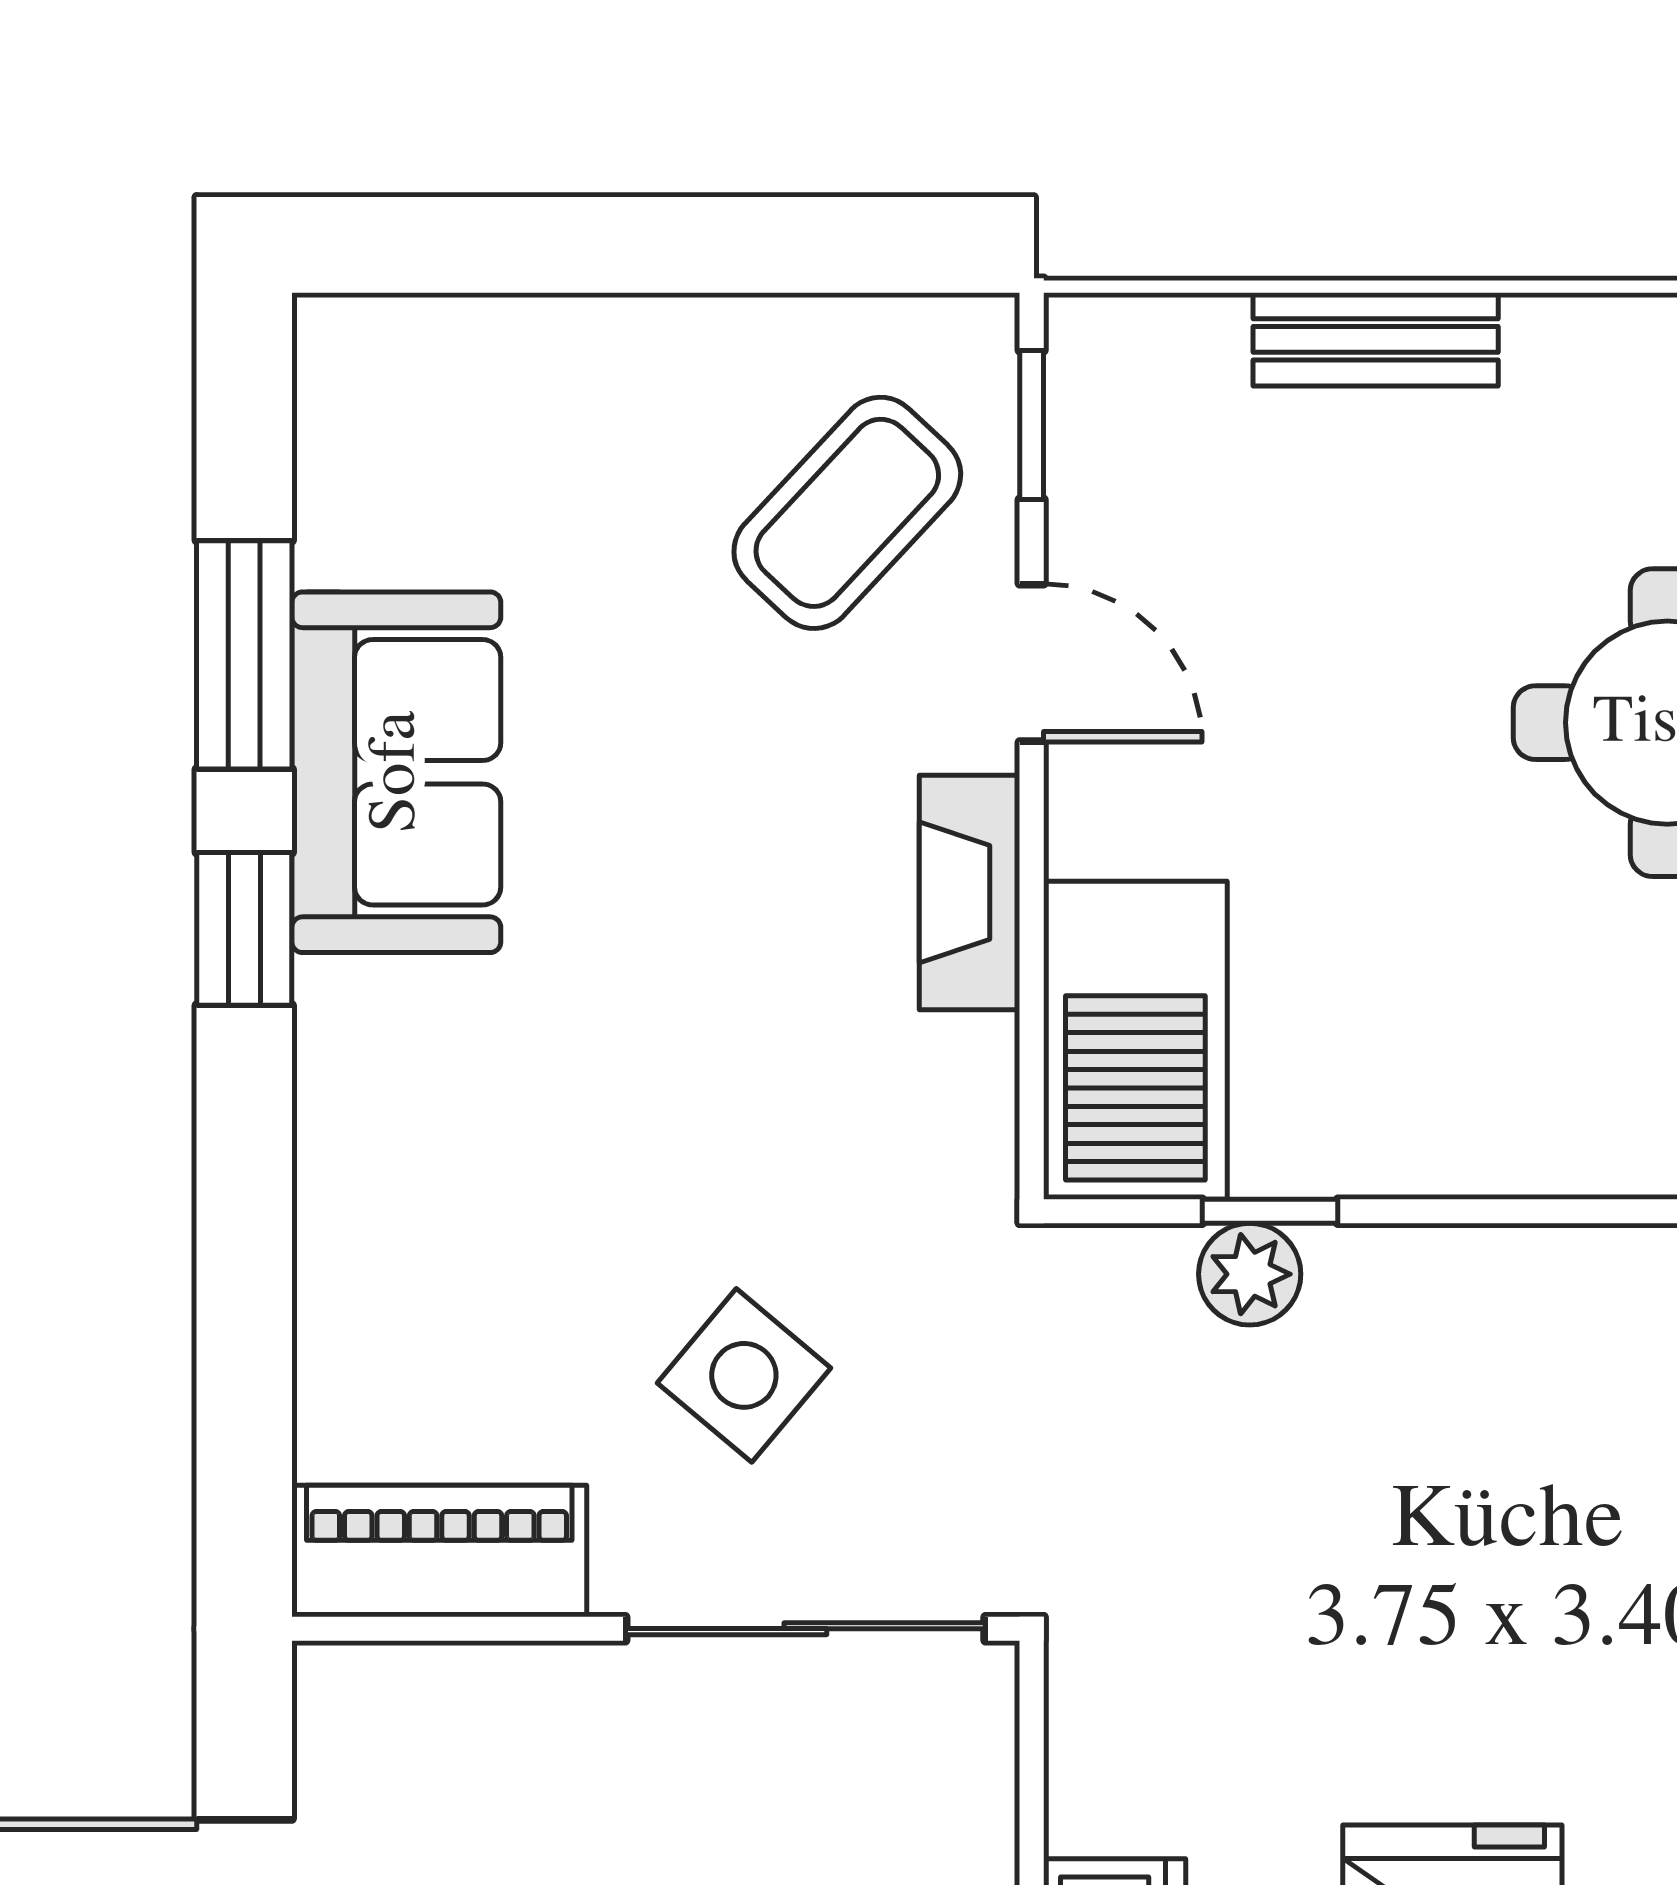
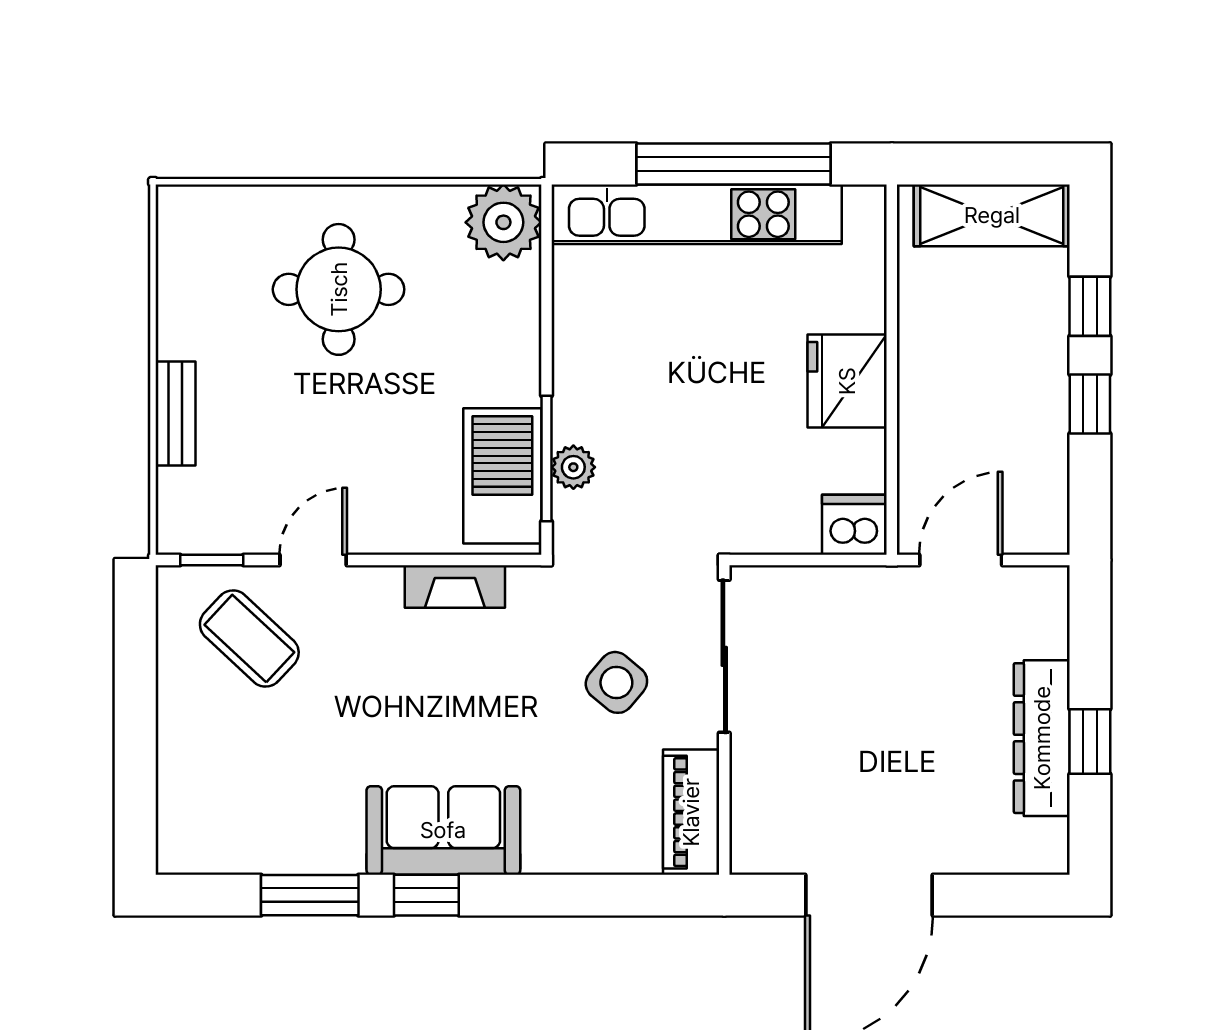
sofa: (396, 772) -> (443, 830), moved
fireplace: (969, 892) -> (455, 586), moved
barbecue: (1135, 1040) -> (502, 476), moved, turned -90
window: (1270, 1211) -> (547, 459), width x2.17

